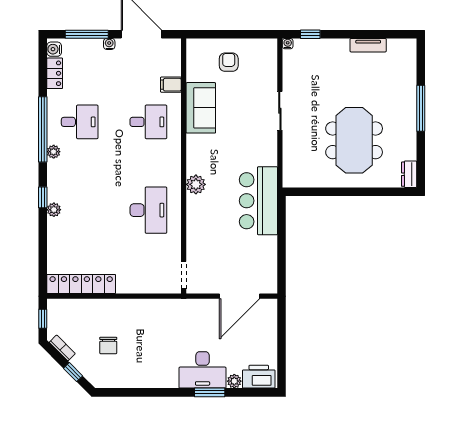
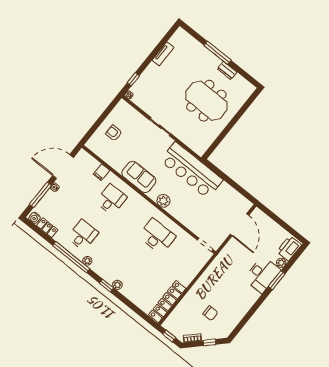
sofa: (201, 108) -> (139, 177), moved
dresser: (409, 174) -> (227, 70), moved
bar counter: (258, 201) -> (191, 170), width x1.36

